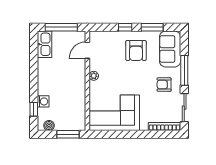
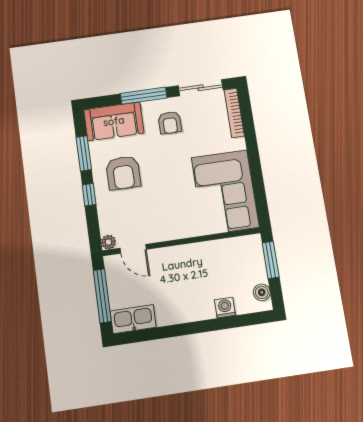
armchair: (136, 51) -> (123, 173), turned 90
plant: (94, 76) -> (108, 242), moved
window: (34, 109) -> (240, 321), removed

